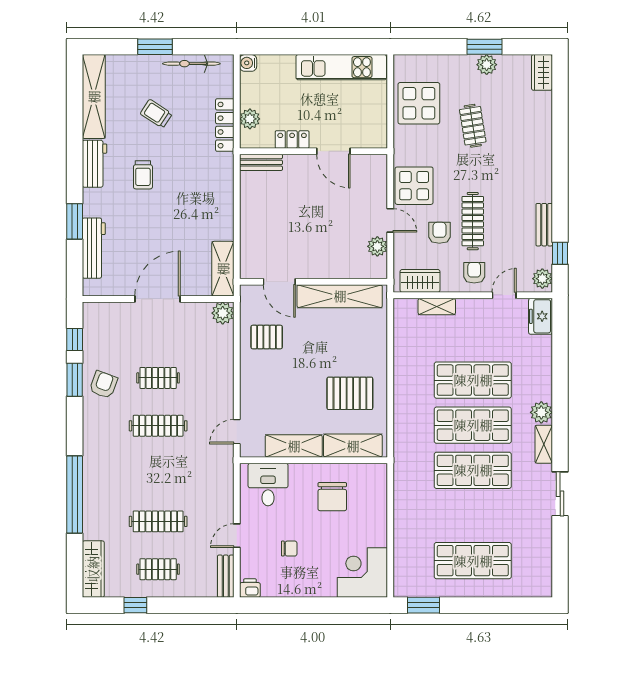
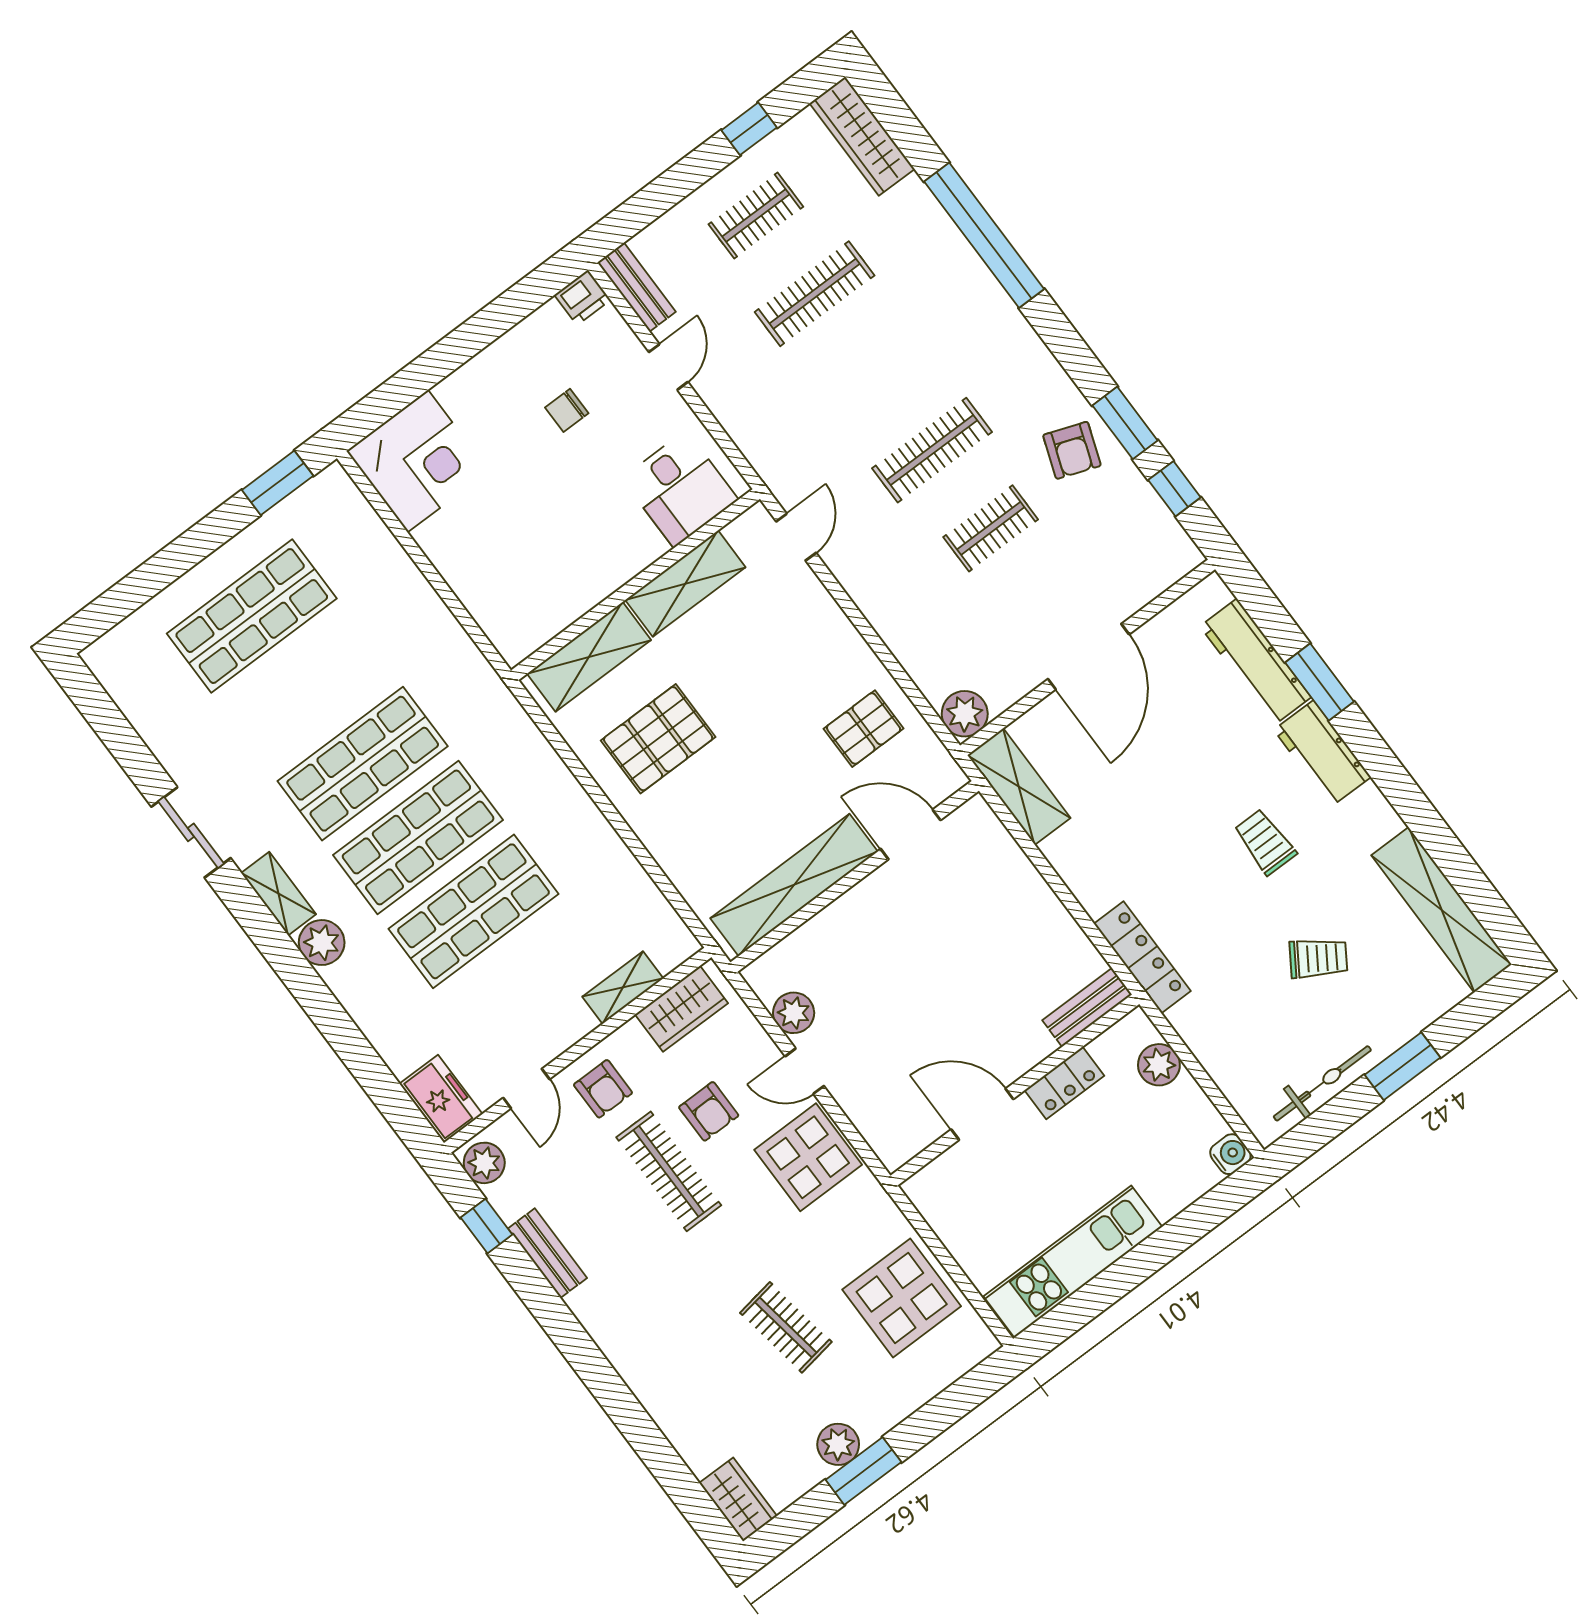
locker: (225, 125) -> (1142, 957), moved
workbench: (95, 164) -> (1322, 753), moved
chair: (332, 497) -> (560, 548), removed

